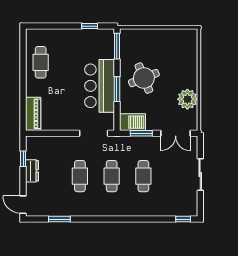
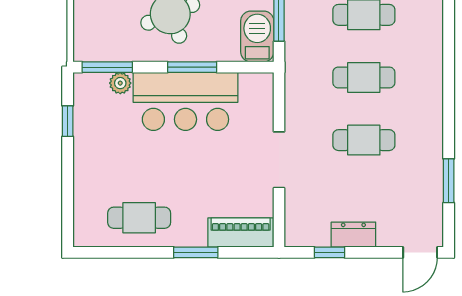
plant: (109, 53) -> (120, 83), added
window: (23, 91) -> (196, 252), added
doorway: (94, 133) -> (279, 160), moved

